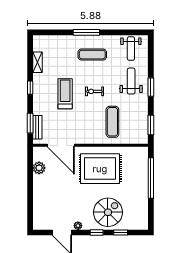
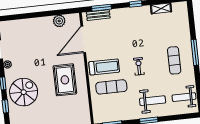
treadmill: (65, 94) -> (104, 67), moved
rug: (100, 169) -> (65, 80), width x0.73, depth x0.69
spiral stairs: (108, 212) -> (24, 92), turned -90

